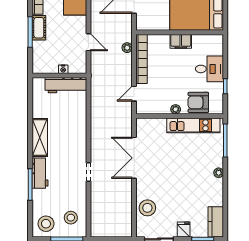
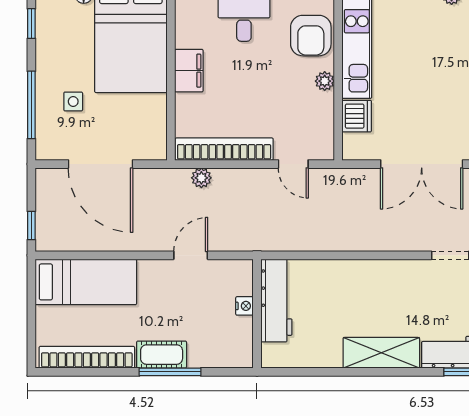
dishwasher: (158, 125) -> (357, 116), added

